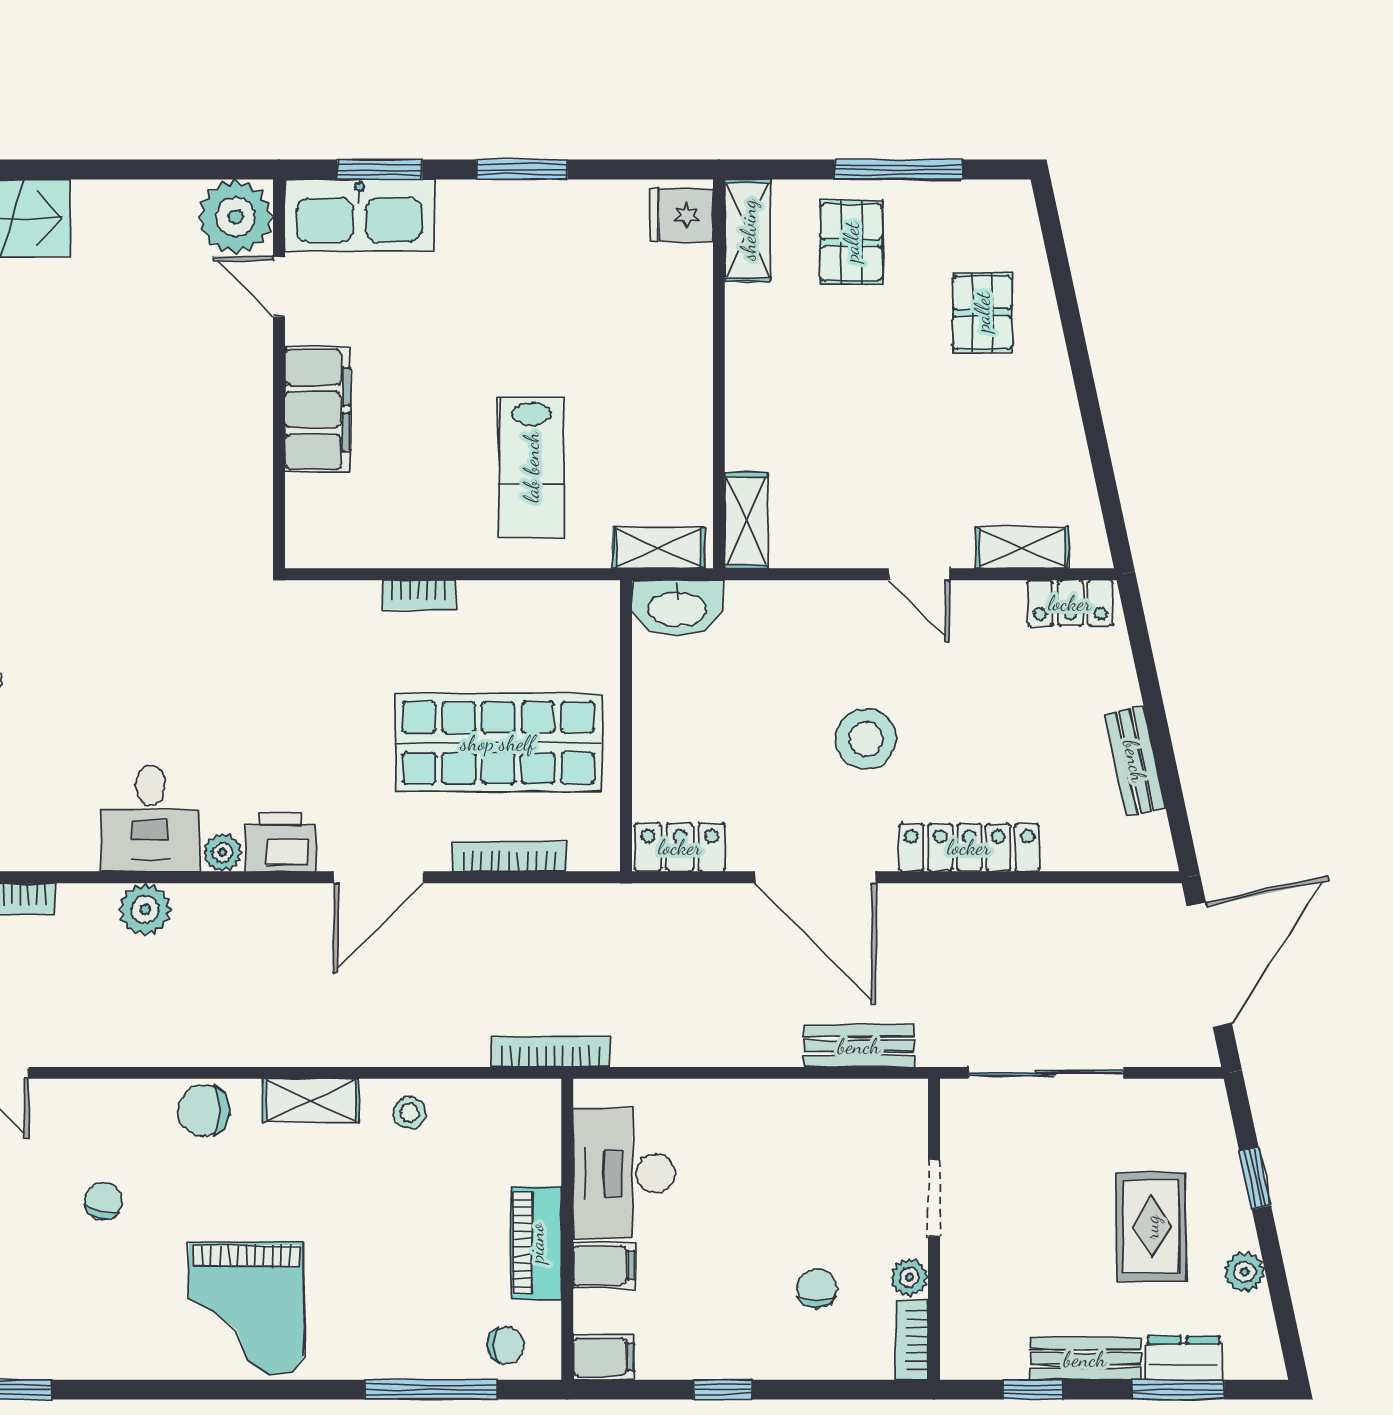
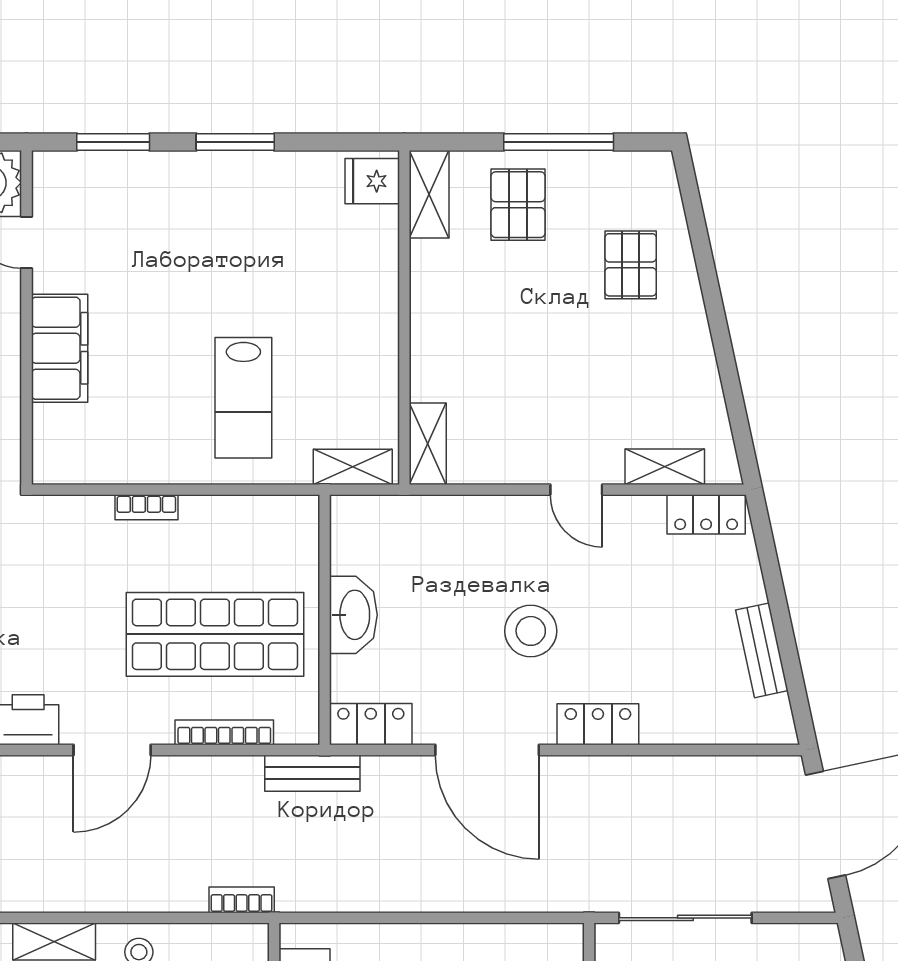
kitchen sink: (359, 215) -> (96, 181), removed
washbasin: (677, 608) -> (353, 615), moved, turned -90
locker: (969, 847) -> (598, 724), width x0.66
bench: (859, 1046) -> (312, 773), moved
bookcase: (551, 1052) -> (242, 900), width x0.64

